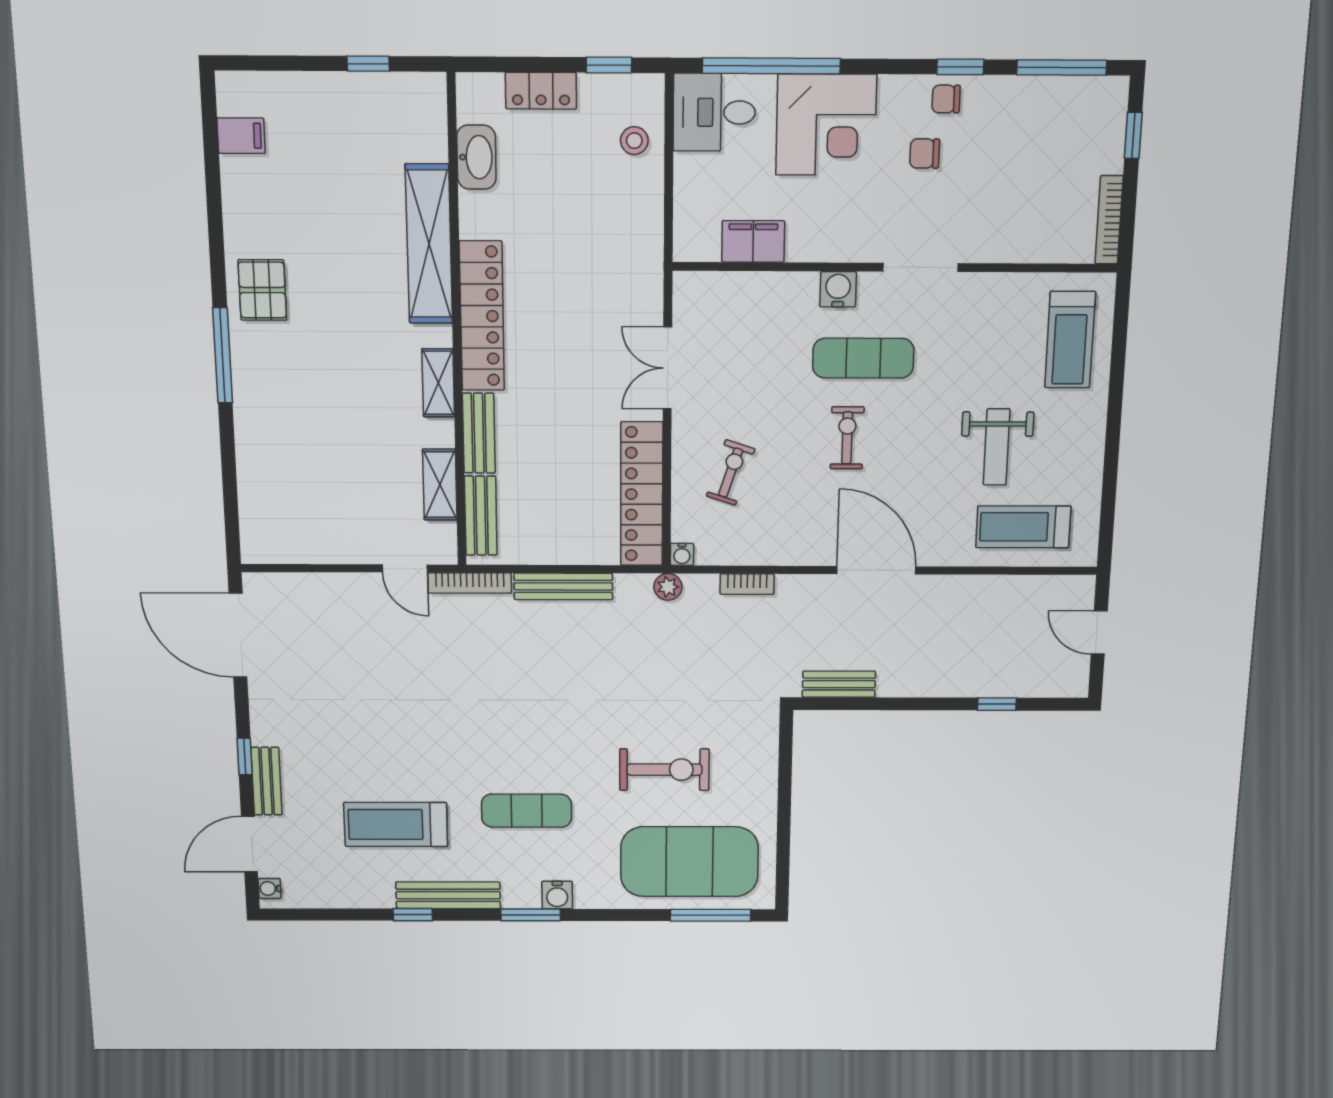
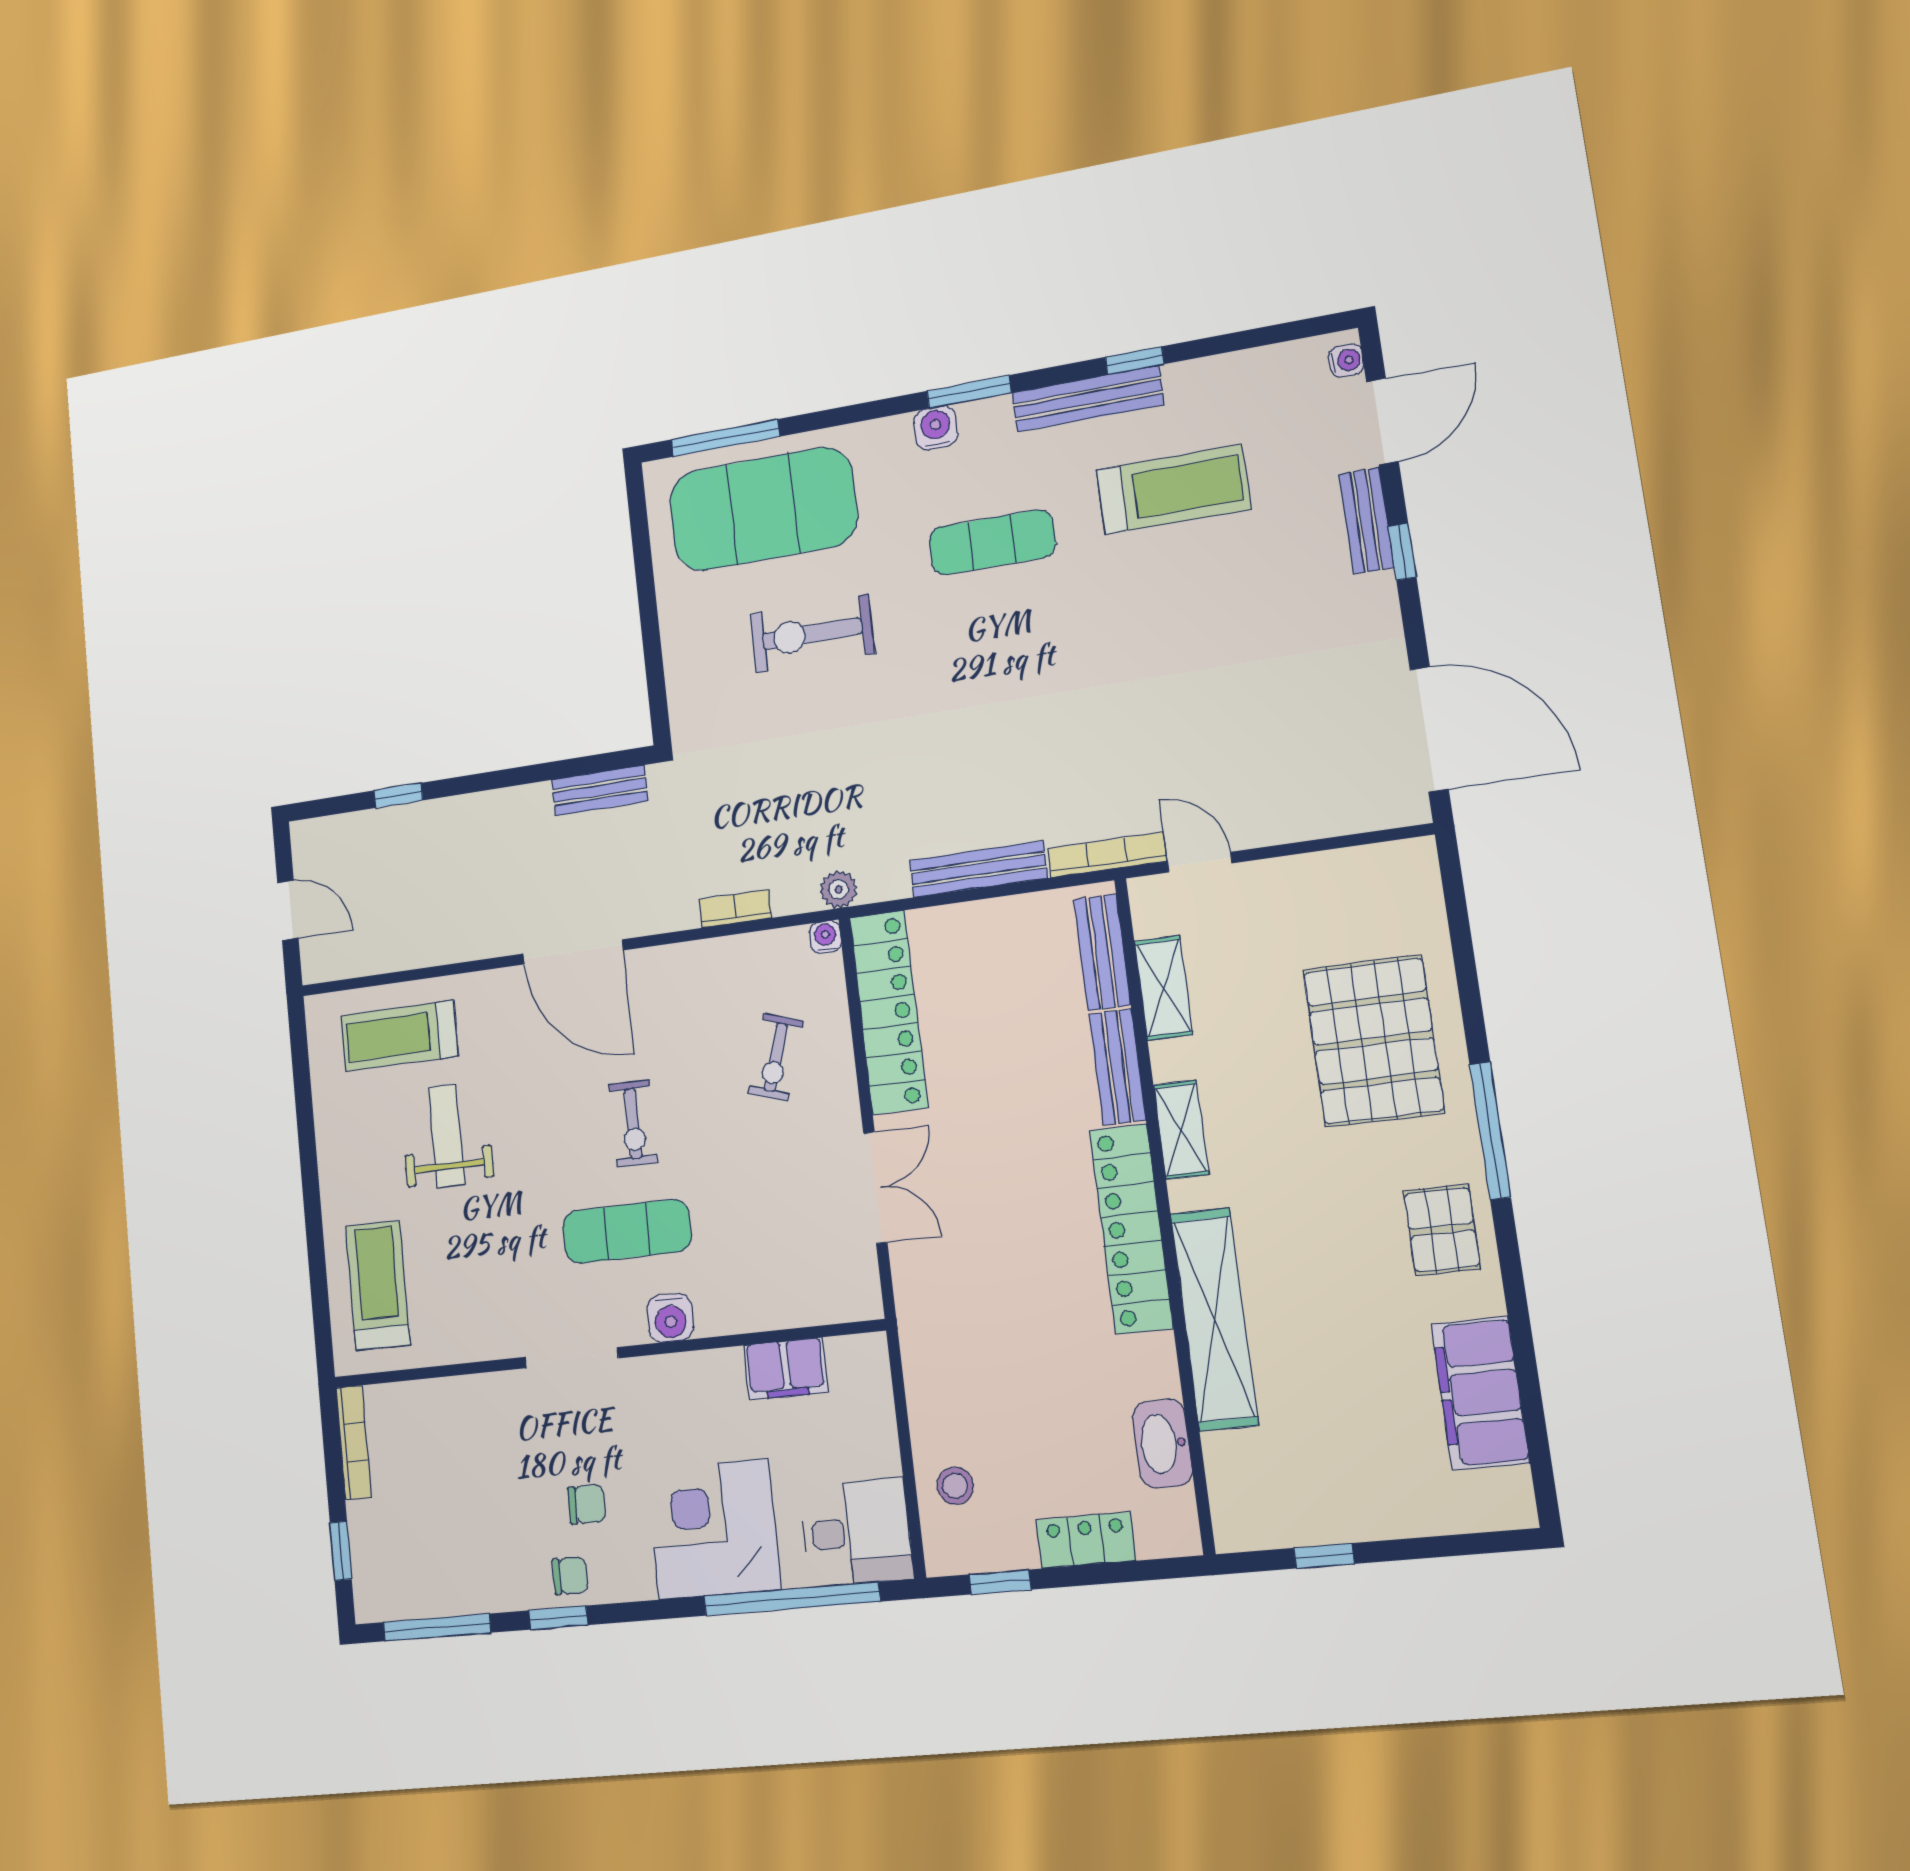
filing cabinet: (241, 136) -> (1480, 1393), width x3.00, depth x1.17
pallet: (297, 428) -> (1373, 1041), added
treadmill: (1023, 527) -> (399, 1036), turned 180

